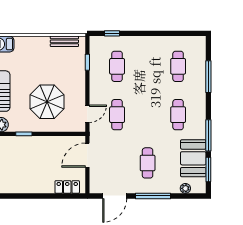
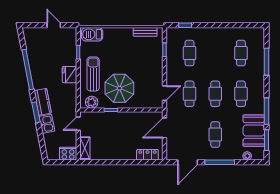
parasol: (47, 102) -> (119, 88), moved
cafe table: (148, 115) -> (215, 94), added

